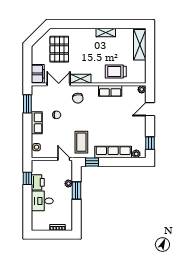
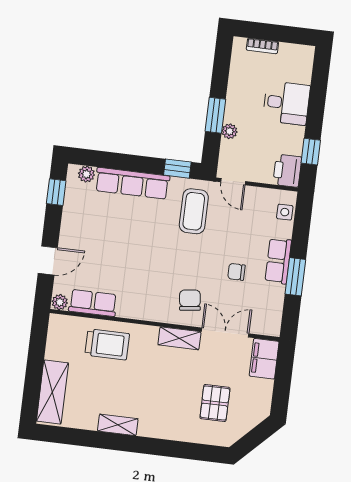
pallet: (59, 49) -> (215, 403), width x0.67, depth x0.71
double door: (59, 84) -> (225, 333), swing flipped
row of seats: (110, 91) -> (93, 303), moved
window: (27, 104) -> (295, 277), moved
printer: (38, 182) -> (287, 171), moved

